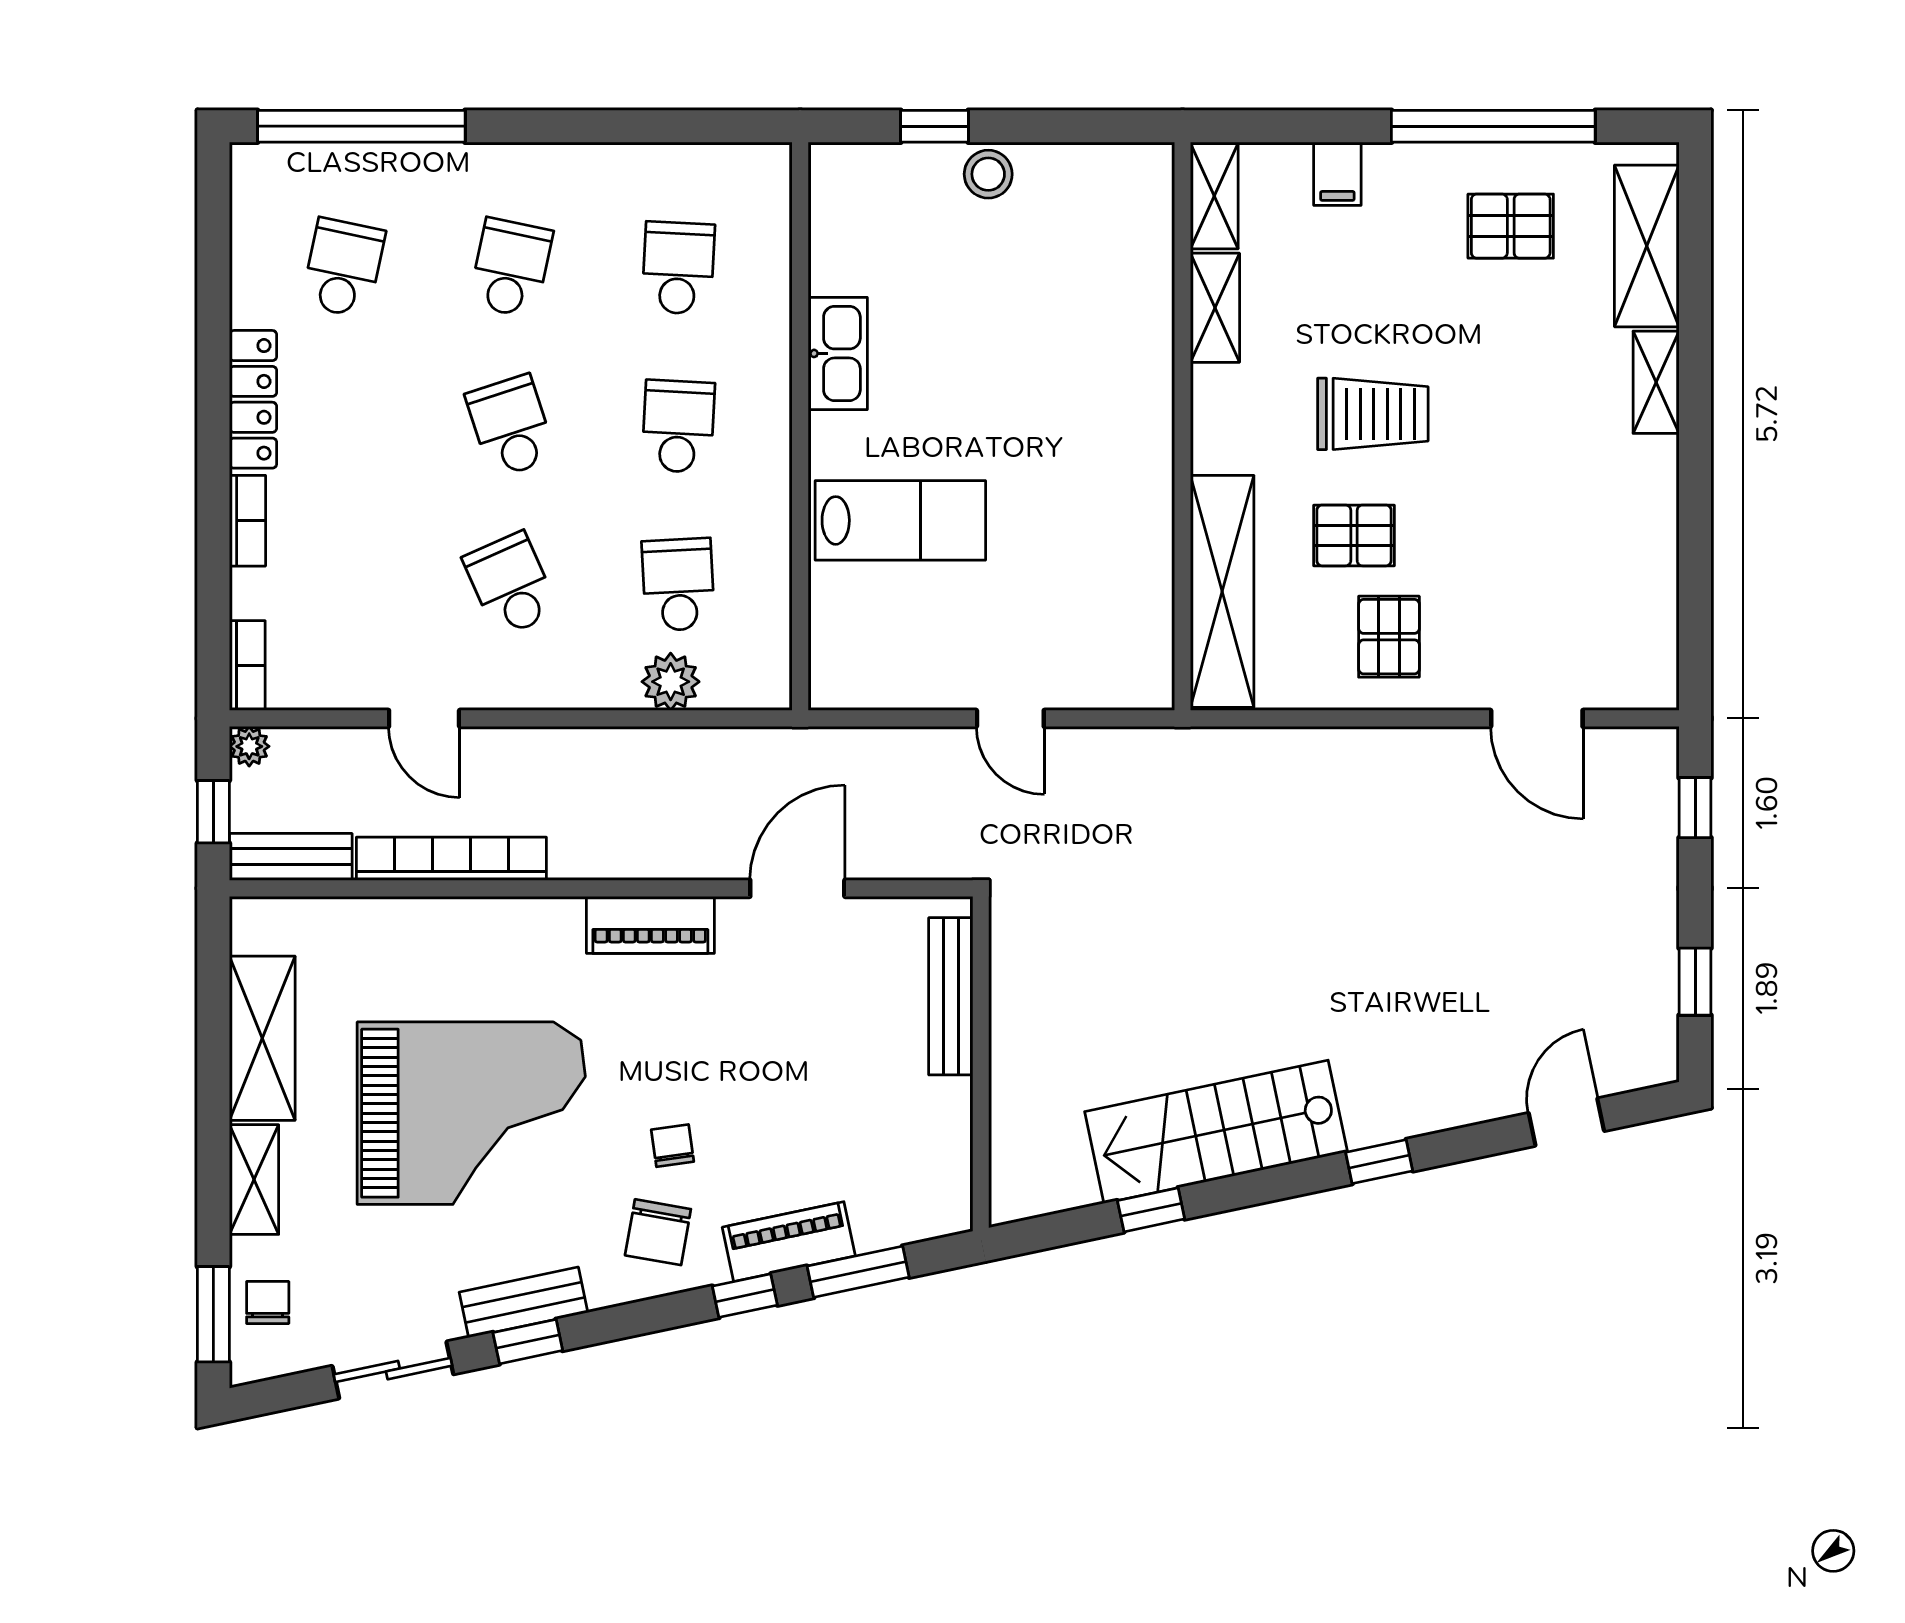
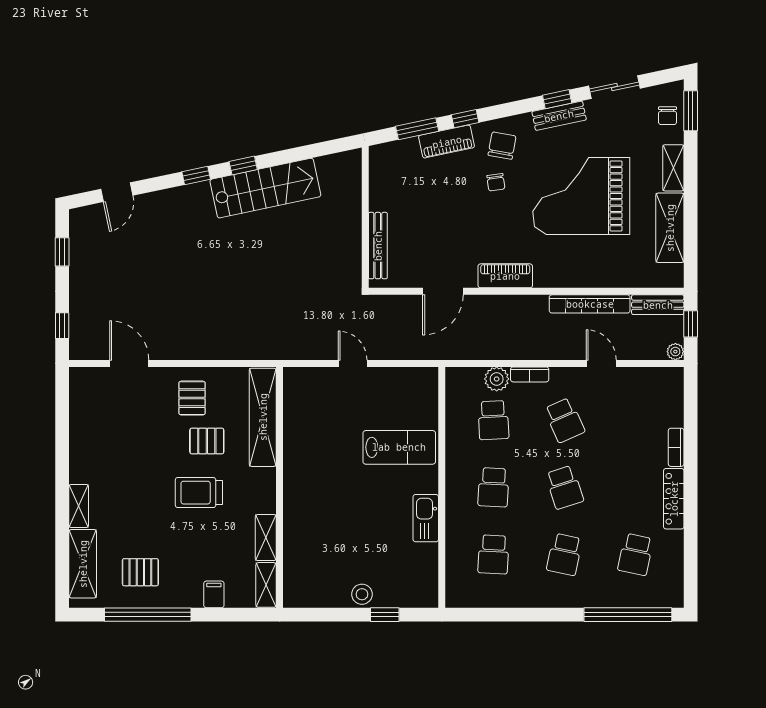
lab bench: (900, 520) -> (399, 447), turned 180
bookcase: (247, 666) -> (530, 374), moved, turned -90
window: (1151, 1210) -> (243, 166), moved

